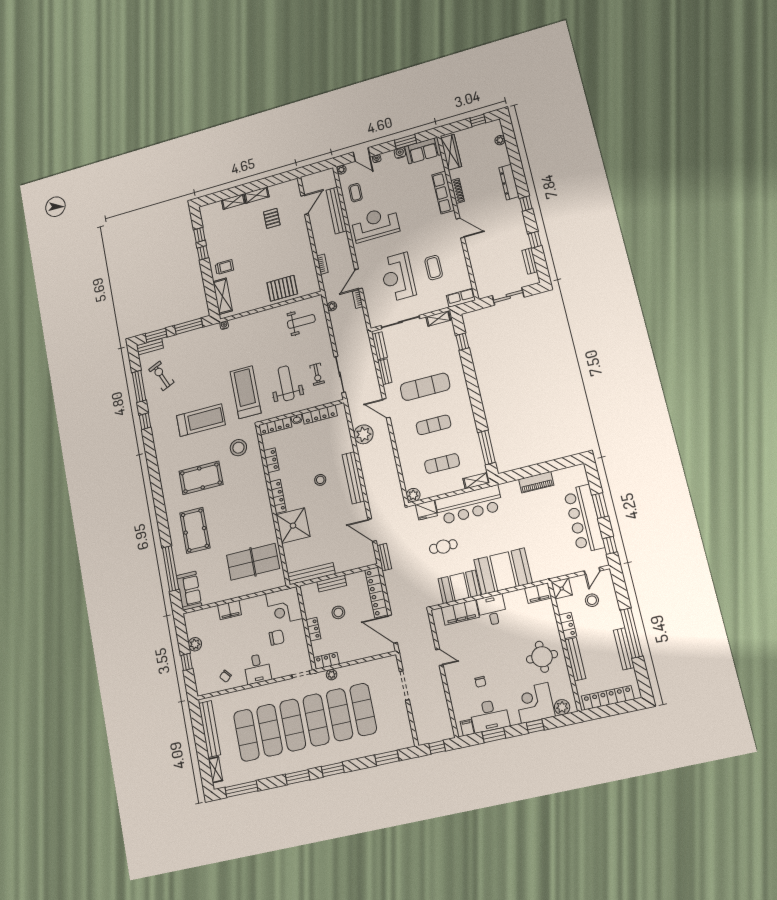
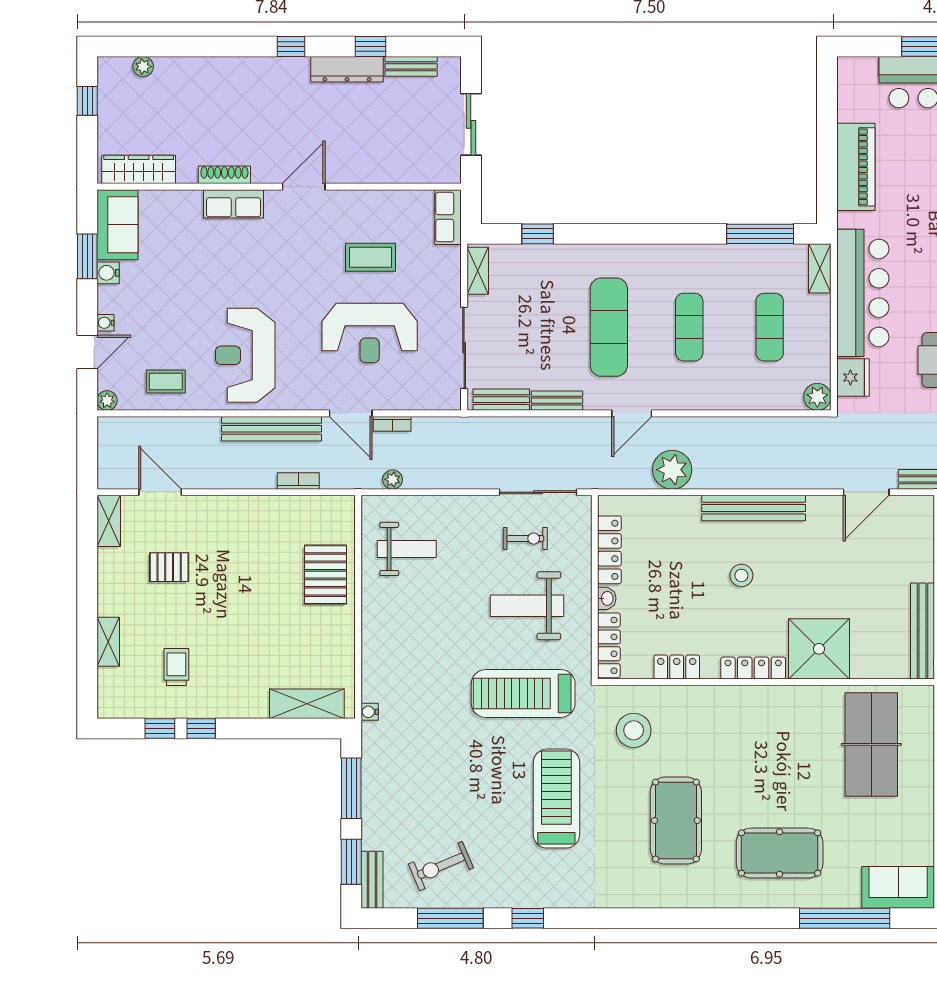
dresser: (509, 182) -> (347, 69), moved
row of seats: (443, 193) -> (234, 204), width x0.68
shelving: (257, 195) -> (109, 521), moved
bench: (336, 210) -> (272, 429), moved
trolley: (224, 267) -> (176, 667), moved
weight bench: (301, 321) -> (407, 549), turned 90
piano: (536, 482) -> (856, 167), width x1.37, depth x1.33

